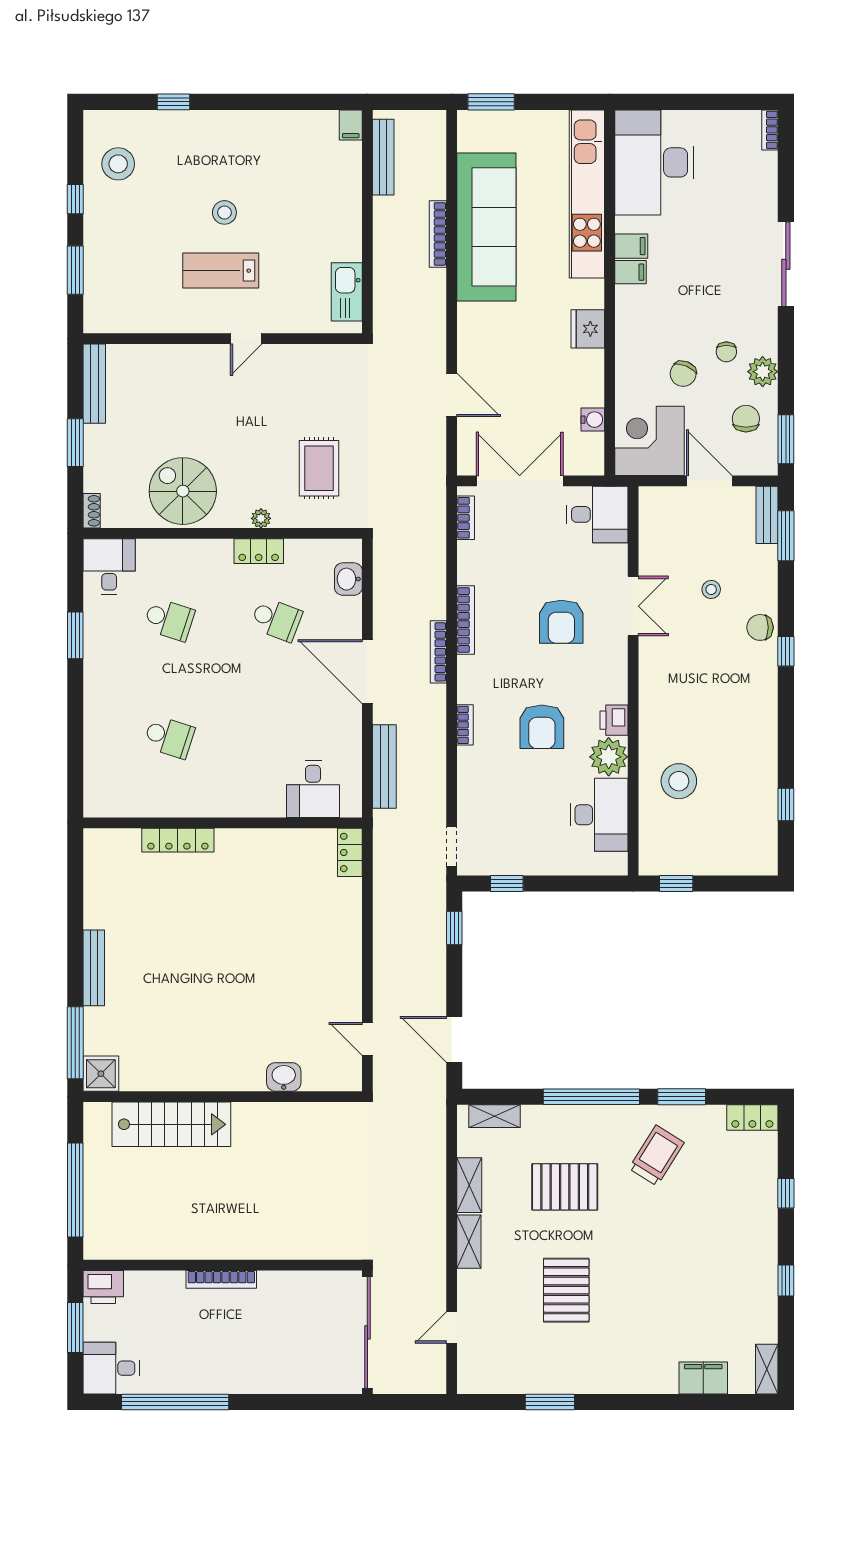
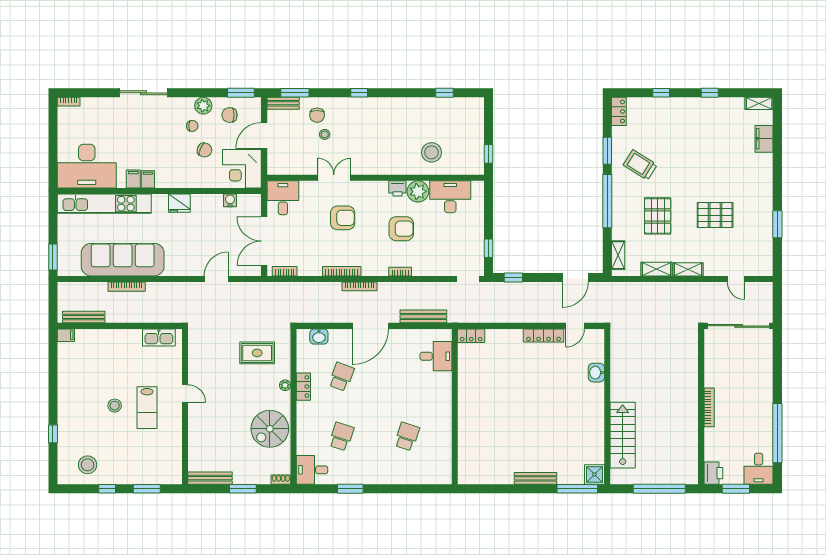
chair: (760, 627) -> (317, 115), moved
locker: (178, 840) -> (544, 335), moved, turned 90

